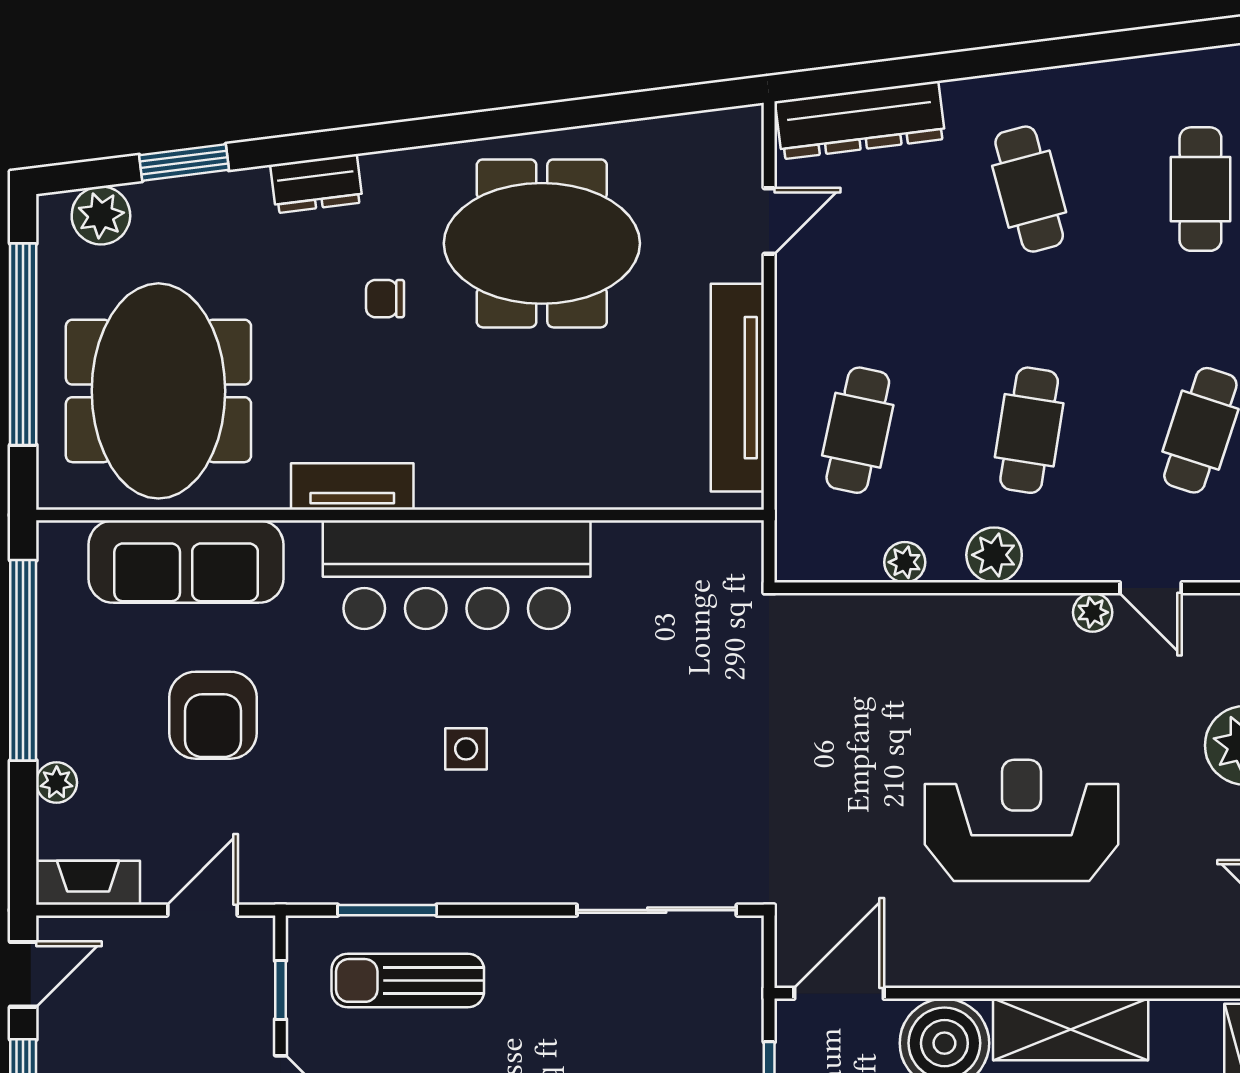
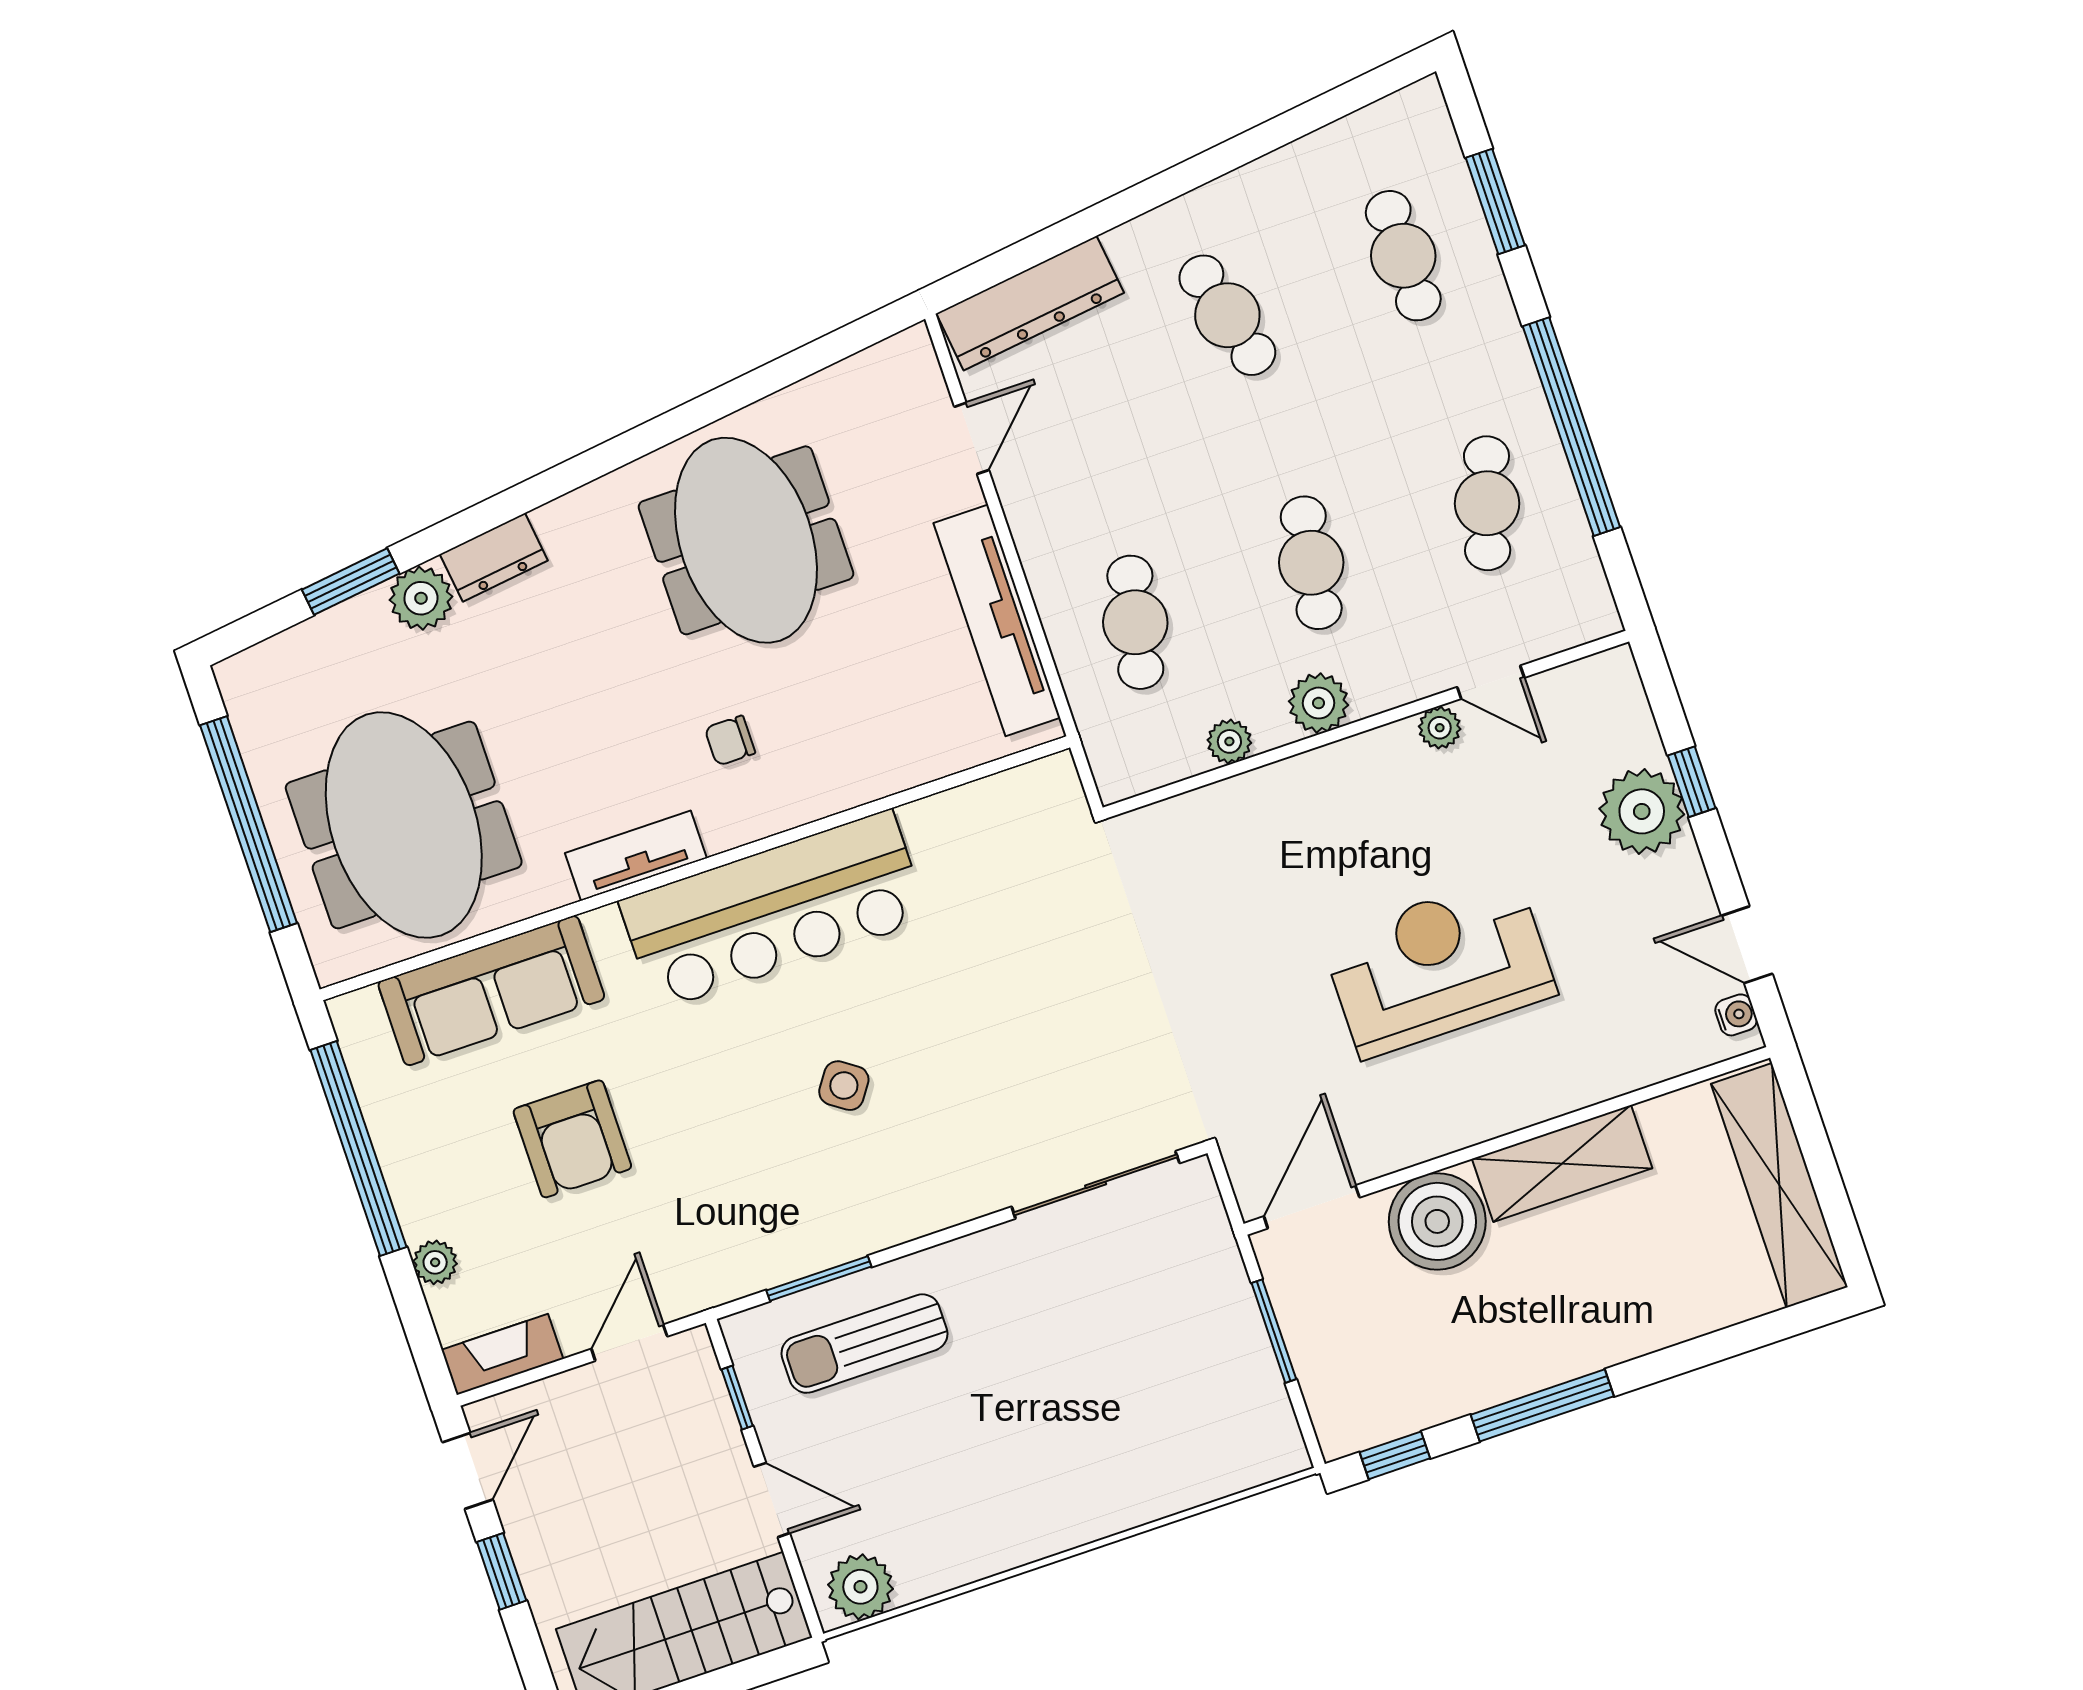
plant: (101, 215) -> (421, 598), moved
meeting table: (542, 243) -> (746, 540), turned 90
chair: (385, 299) -> (730, 741), moved
side table: (466, 749) -> (844, 1086), turned 35

